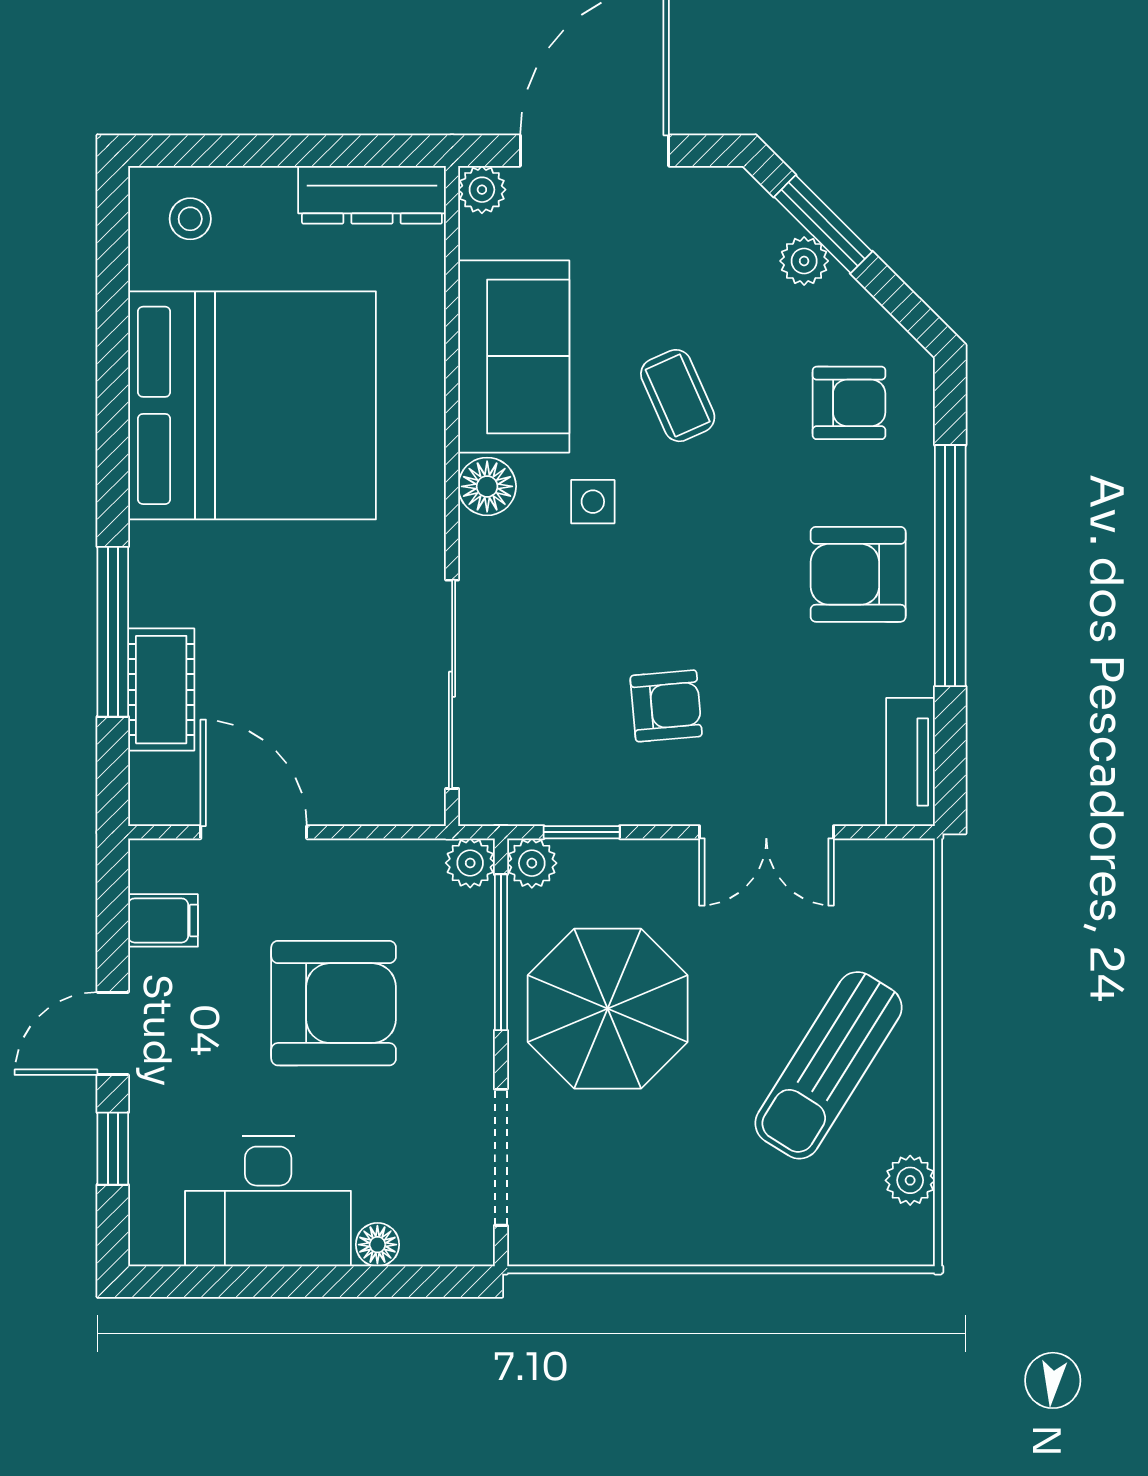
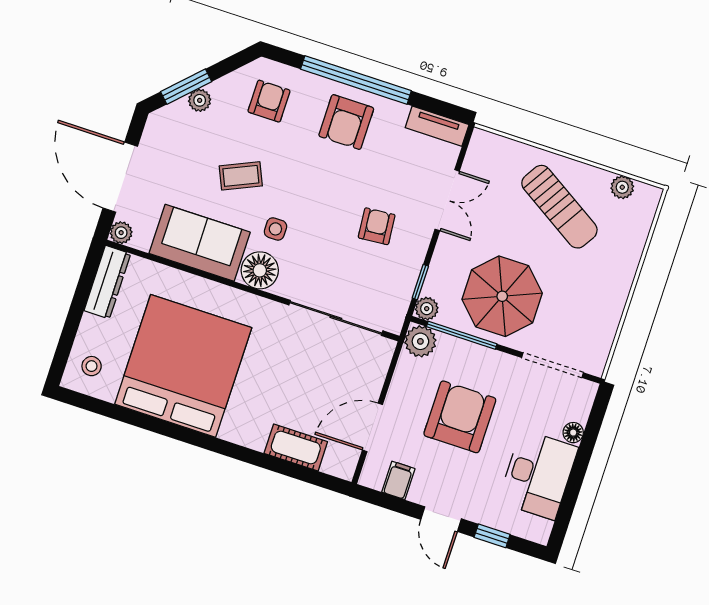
floor lamp: (487, 486) -> (260, 270), width x1.38, depth x1.38
window: (113, 632) -> (263, 461), removed
plant: (470, 863) -> (420, 341), width x1.38, depth x1.38

